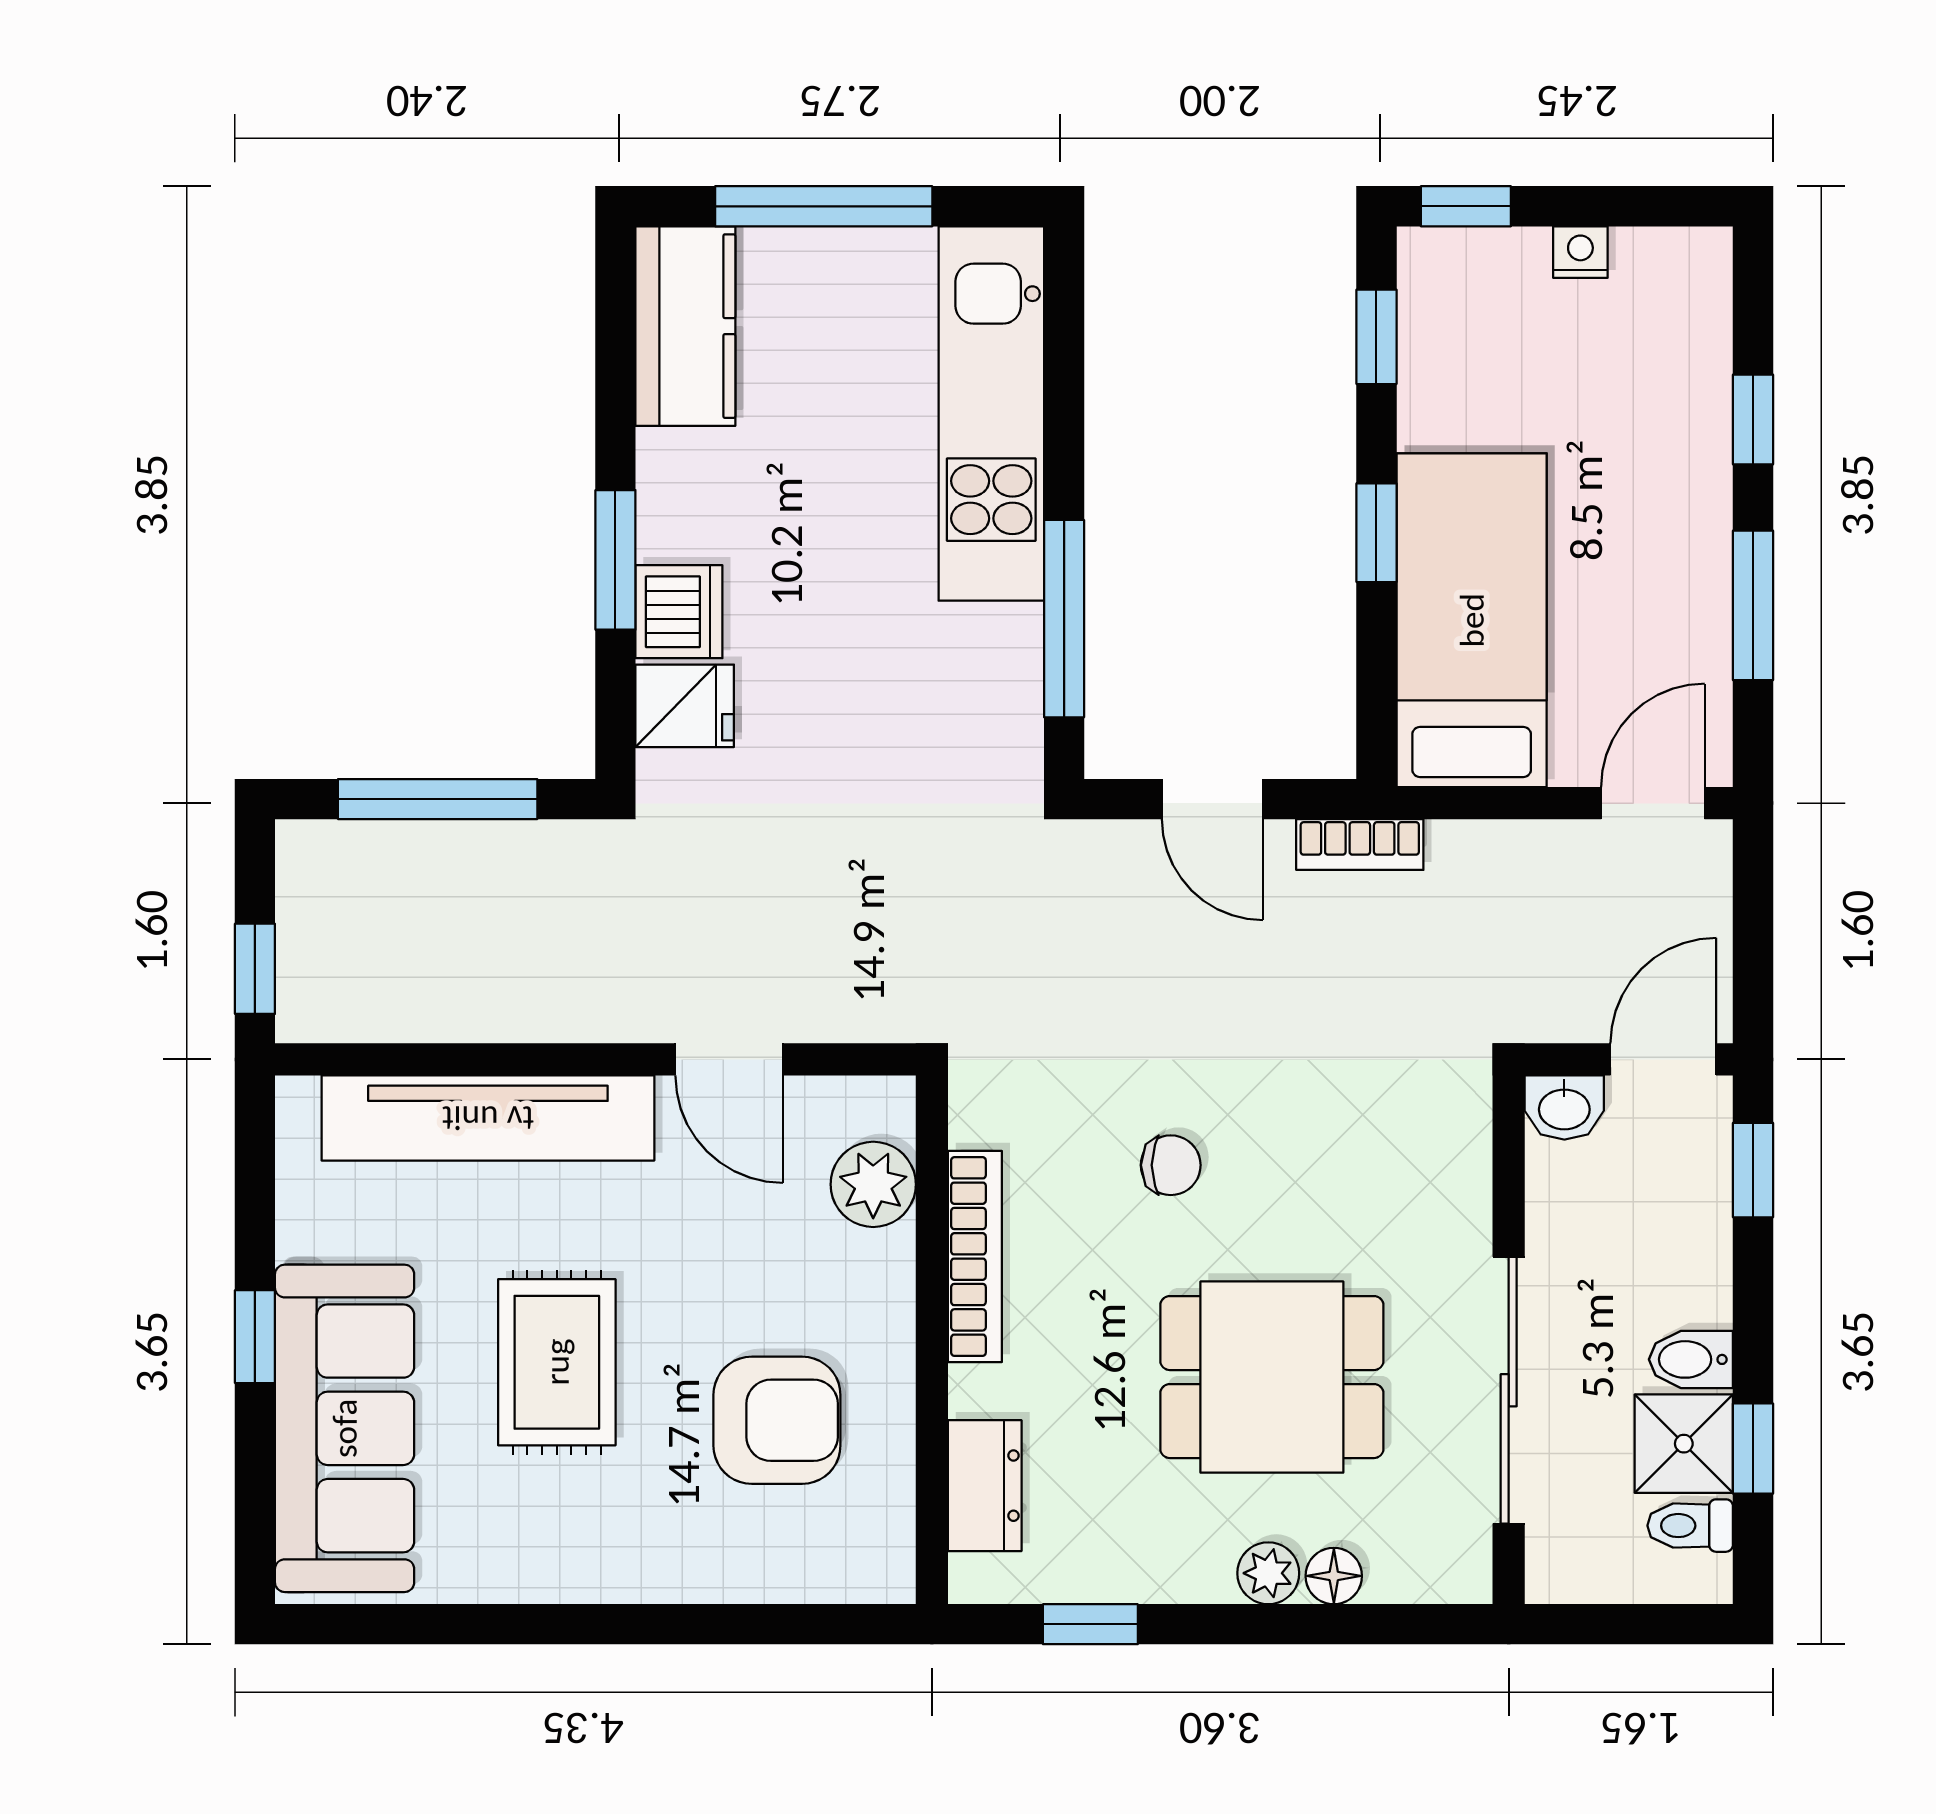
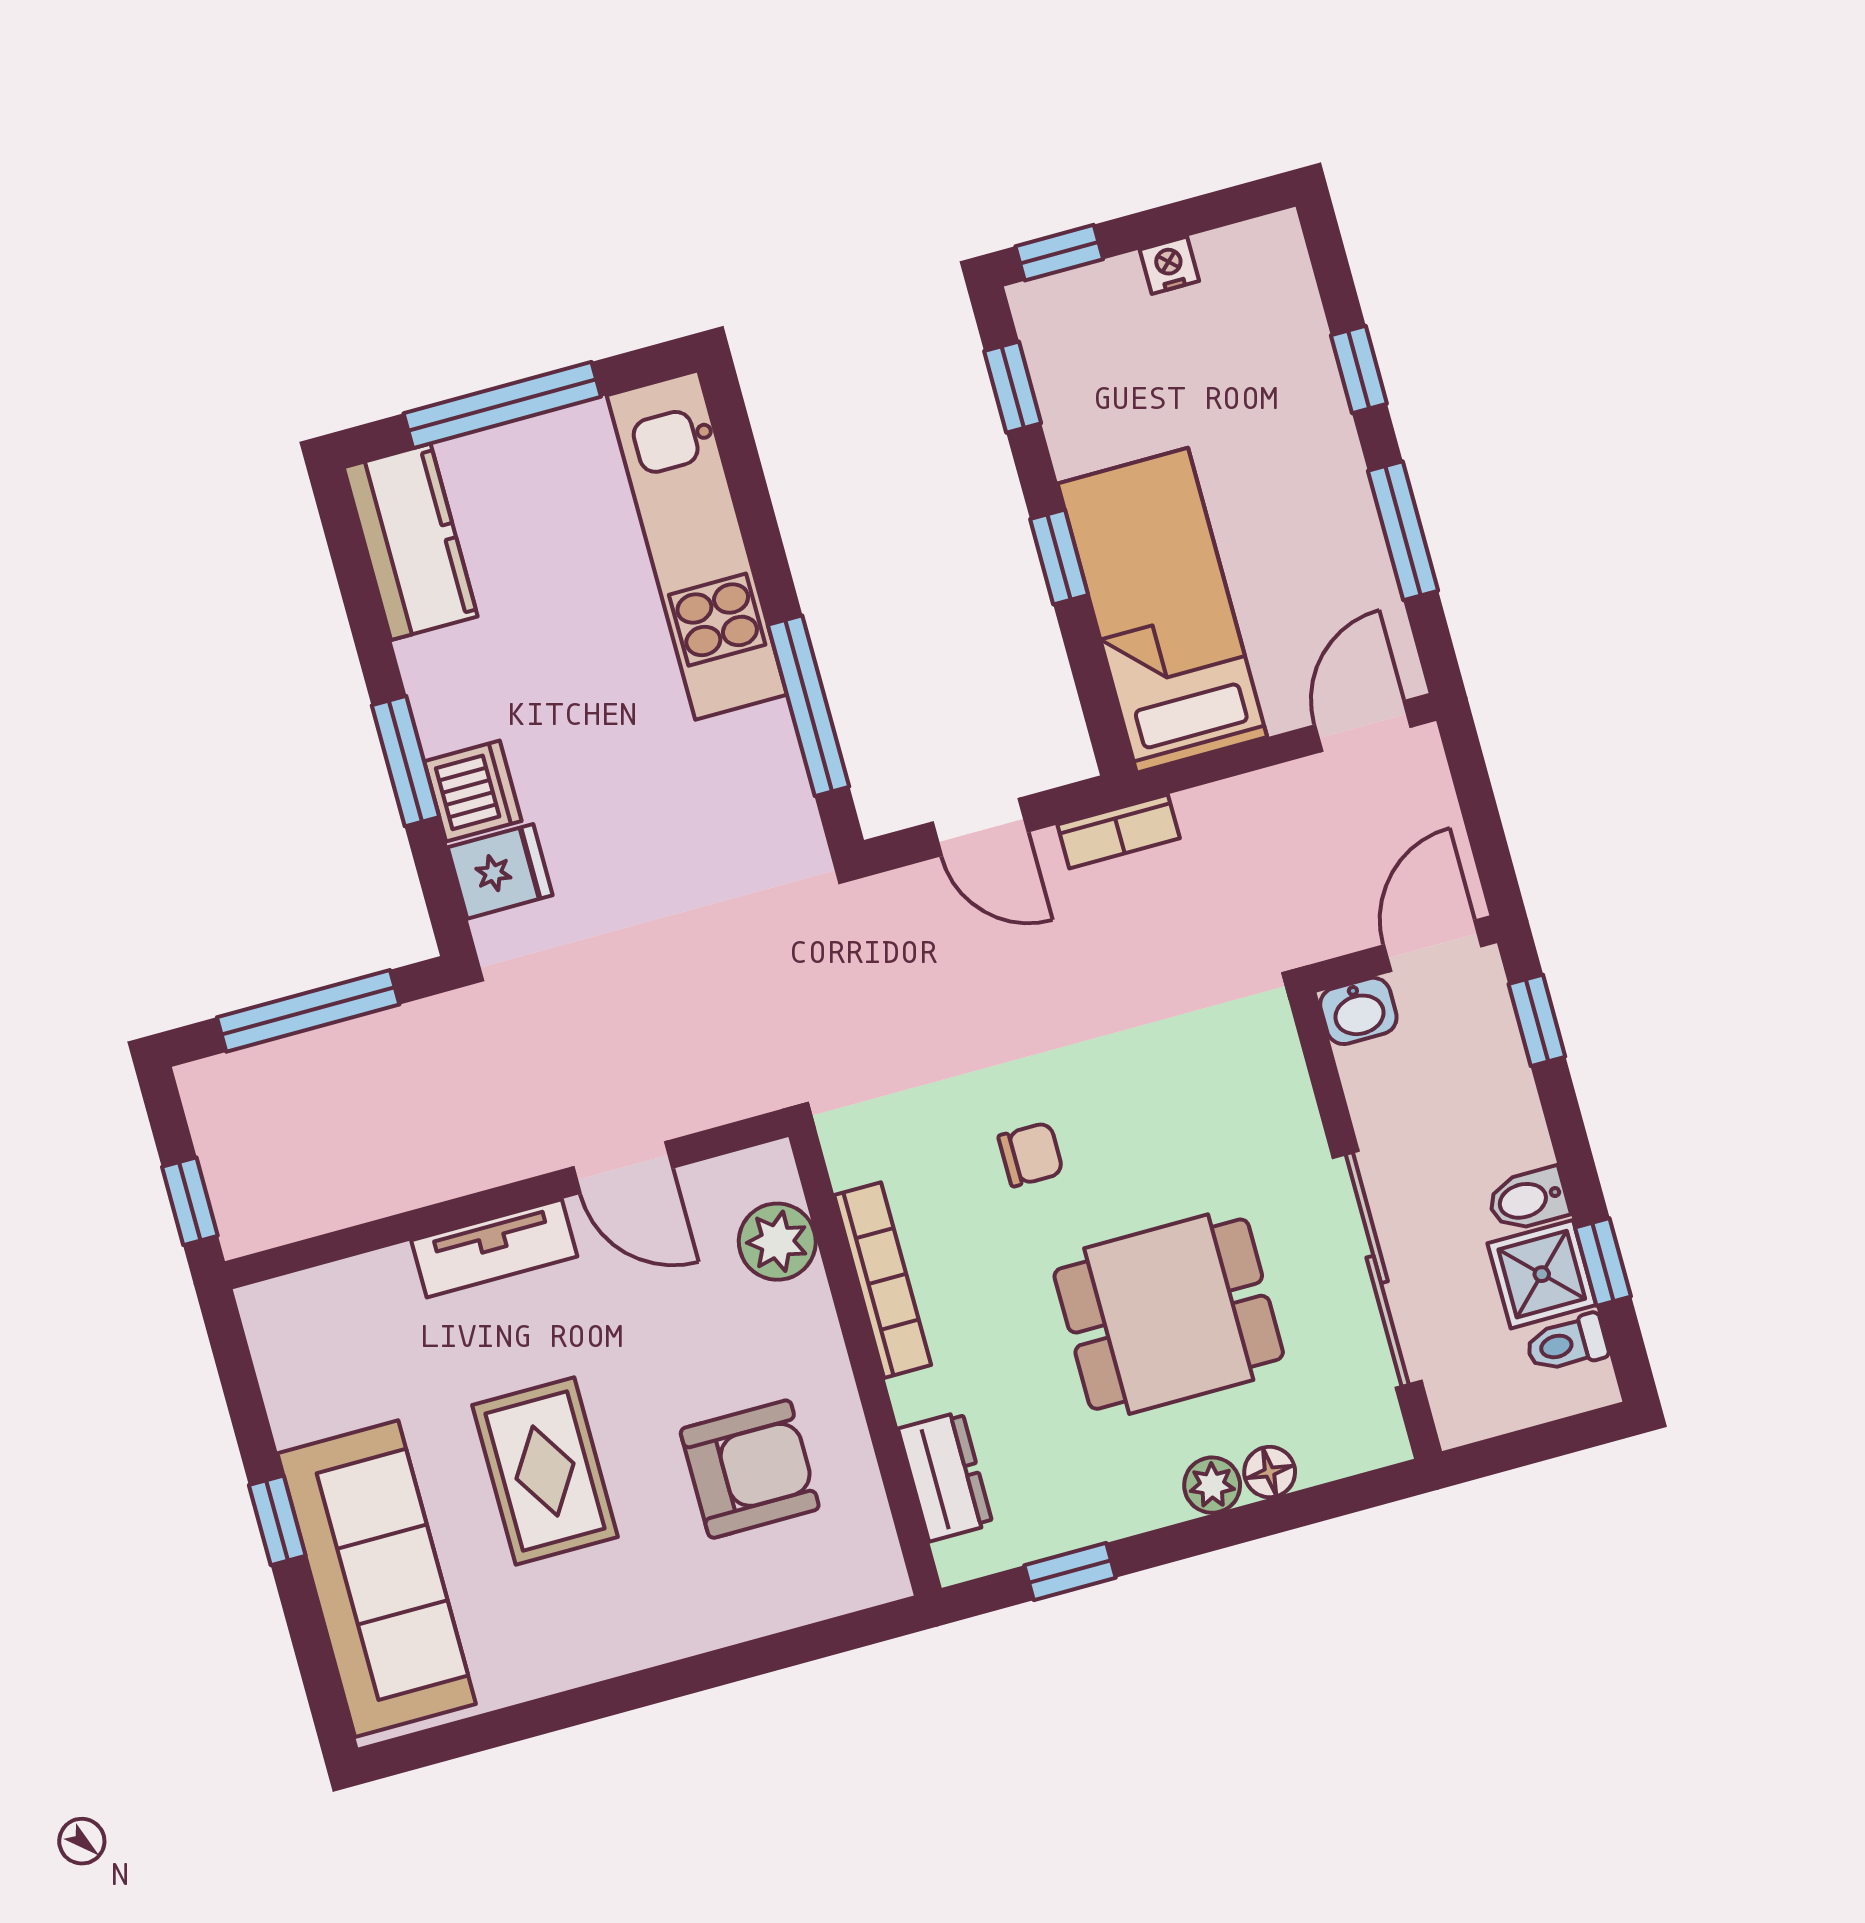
tv unit: (488, 1118) -> (494, 1248), width x0.52, depth x0.78

